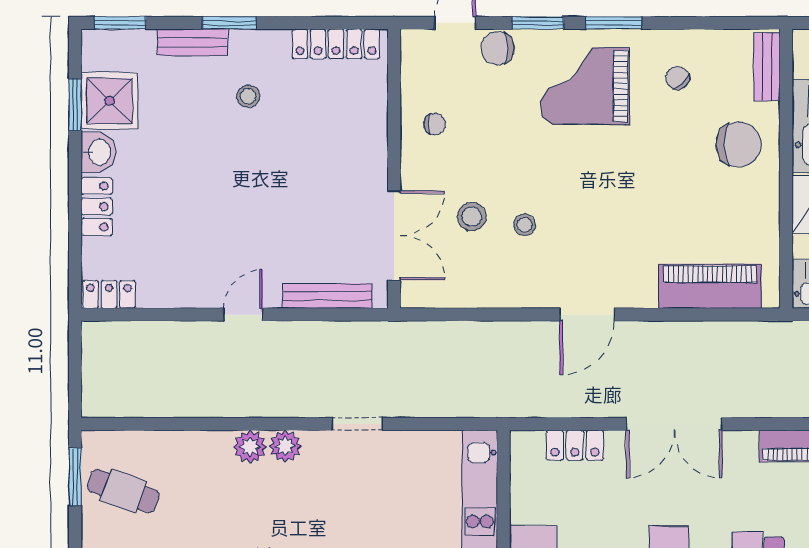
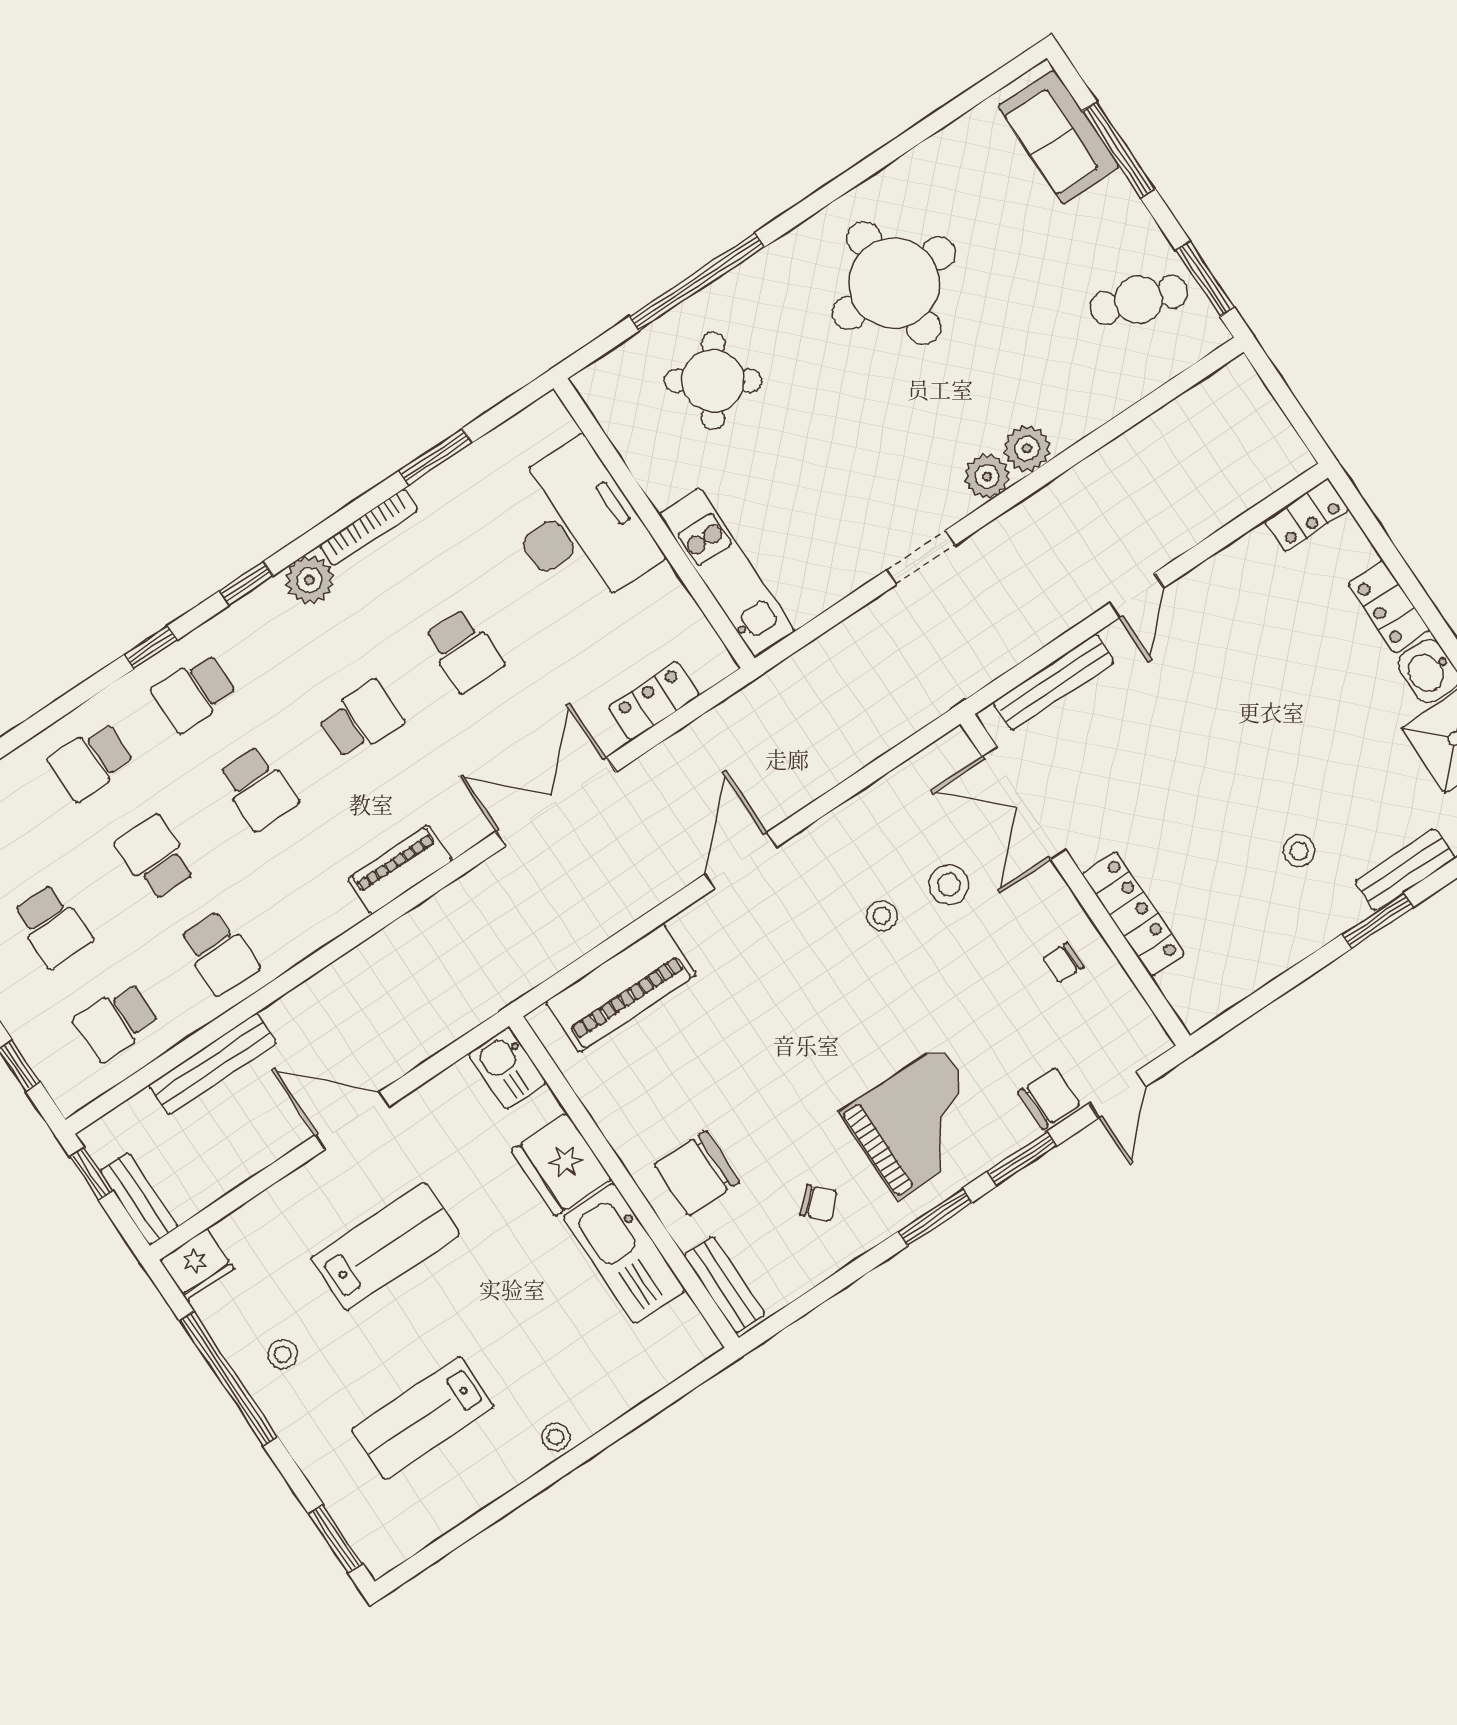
locker: (336, 44) -> (1133, 914), moved, turned 90

